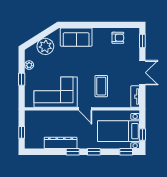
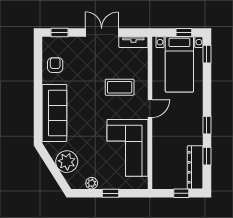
sofa: (76, 37) -> (54, 113), width x1.36
dresser: (61, 143) -> (195, 167), moved
window: (94, 152) -> (207, 156), moved

